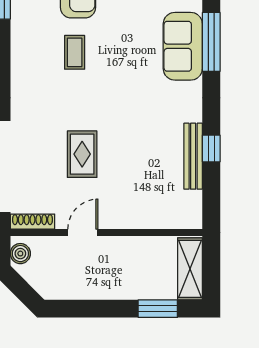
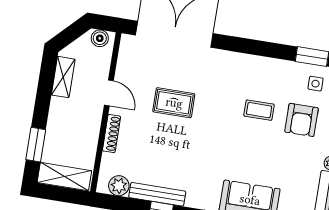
plant: (190, 203) -> (119, 186), added
shoe rack: (33, 222) -> (111, 134), moved
shelving: (73, 289) -> (63, 77), added

